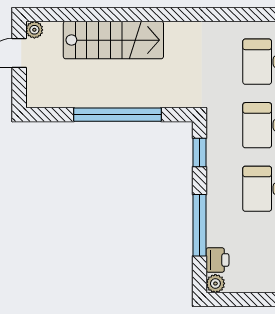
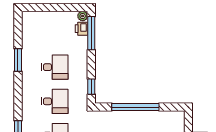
window: (199, 225) -> (91, 33), moved

